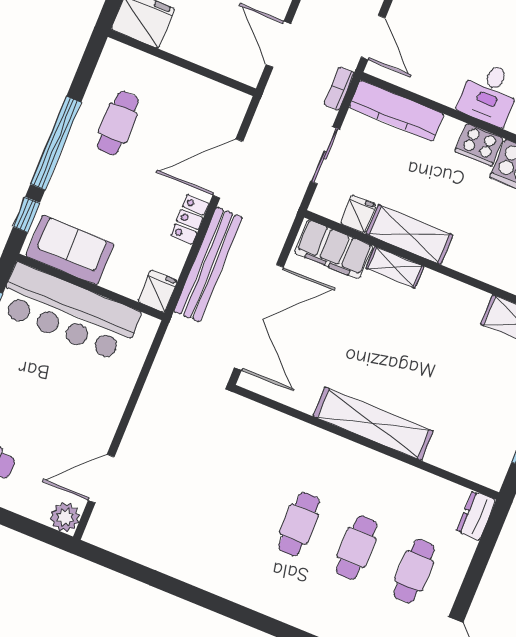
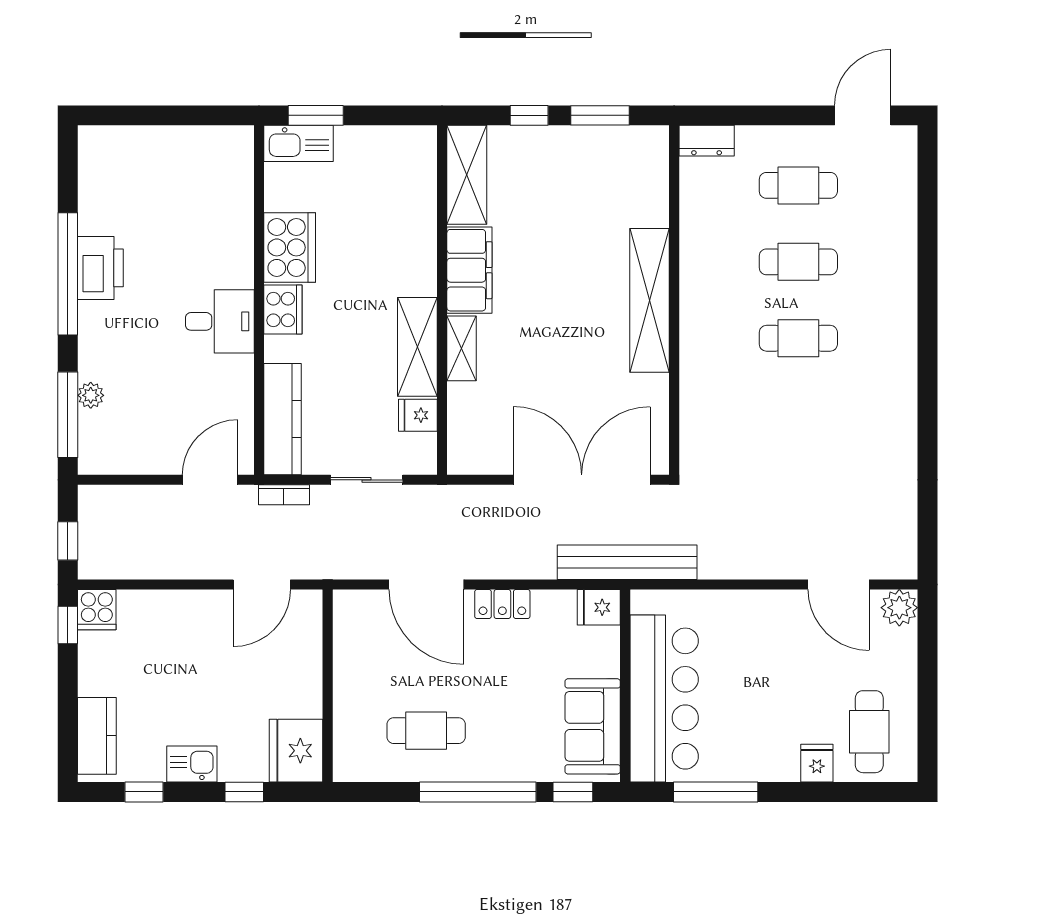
filing cabinet: (333, 249) -> (469, 270), moved
bench: (208, 264) -> (627, 562), moved

